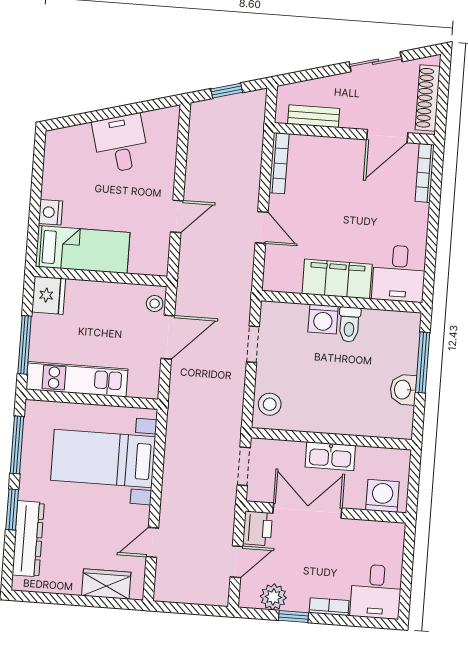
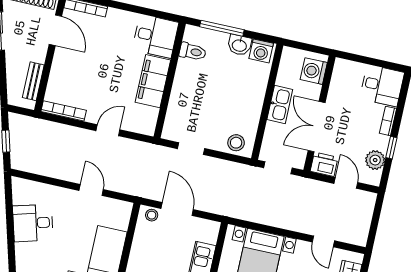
washing machine: (323, 319) -> (261, 51), moved, turned 90
toilet: (349, 324) -> (193, 52), moved

